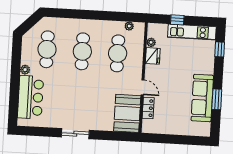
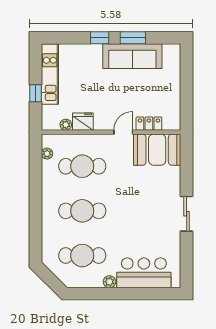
window: (220, 49) -> (100, 38), moved

